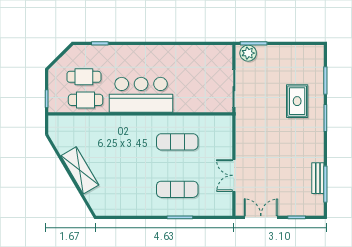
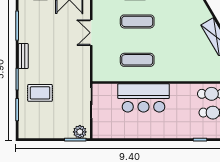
bar counter: (141, 95) -> (144, 98), moved
rug: (297, 101) -> (40, 93), turned 90
double door: (234, 175) -> (91, 33), swing flipped
bench: (318, 178) -> (23, 56), moved

